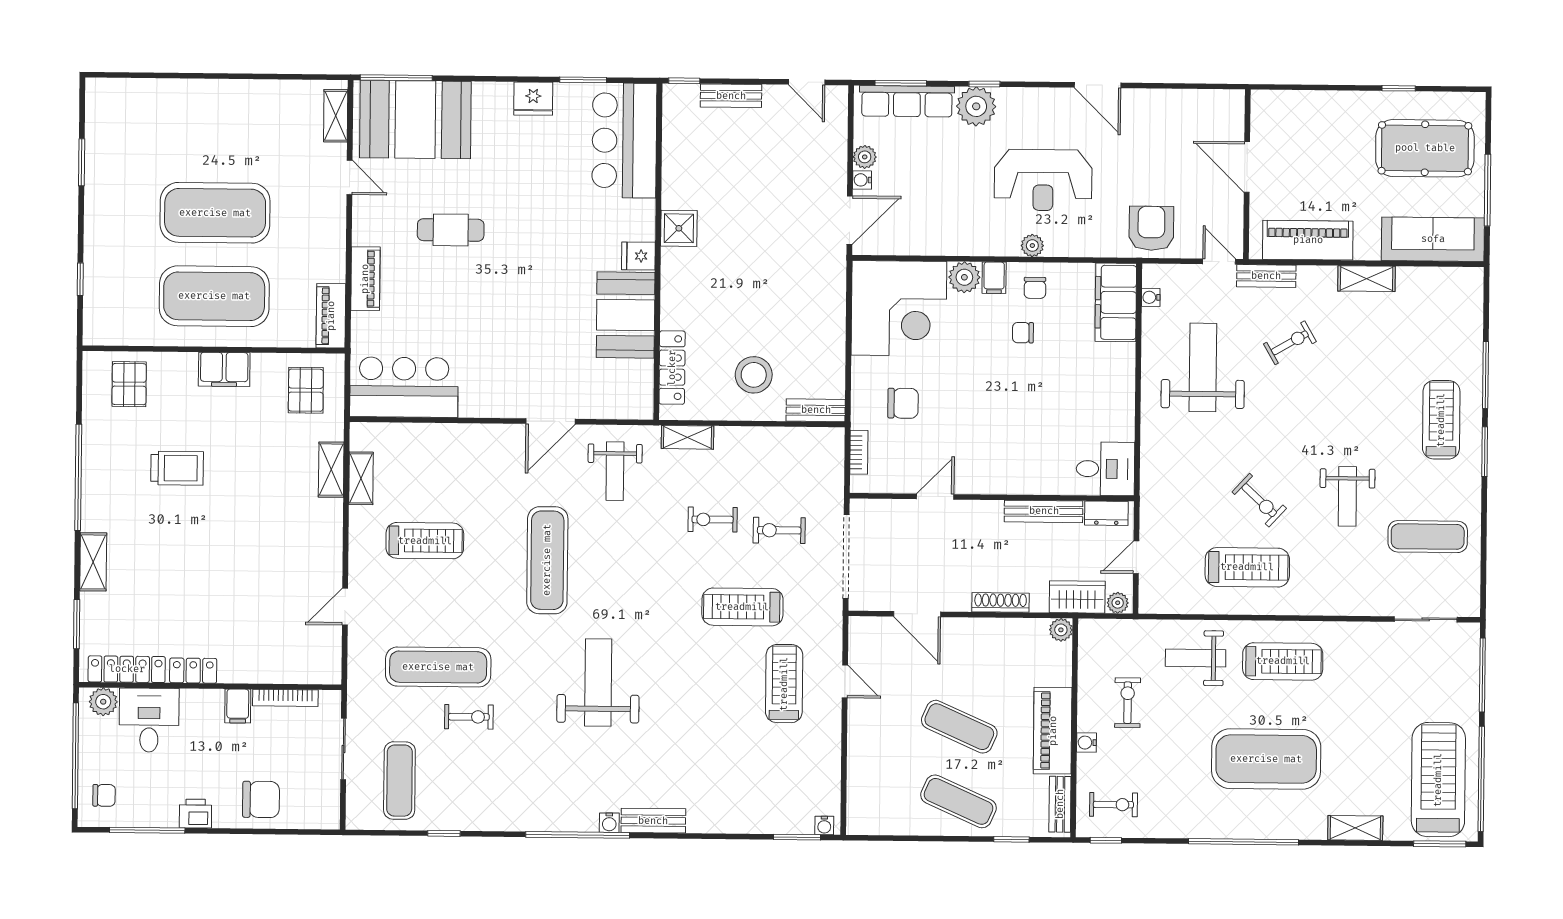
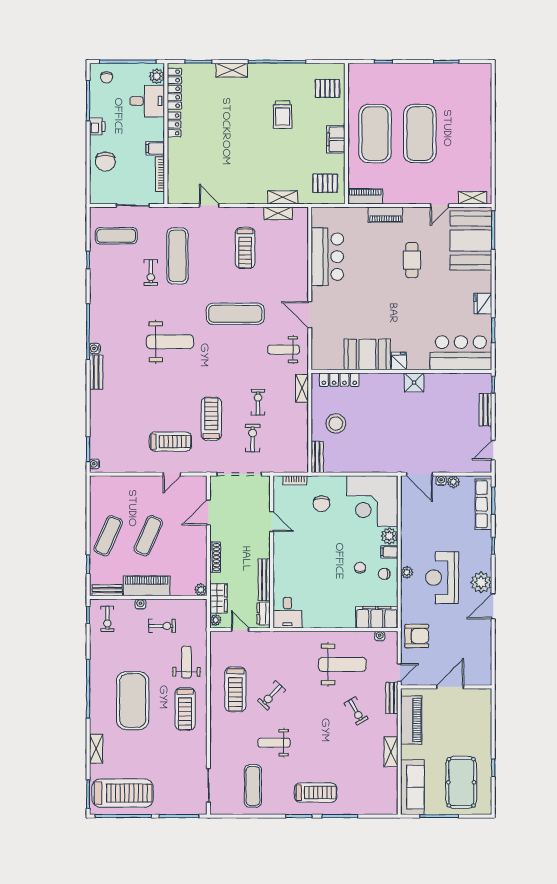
plant: (976, 106) -> (481, 582), moved
bar counter: (404, 387) -> (327, 257), moved

